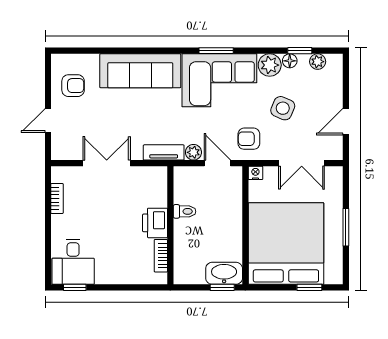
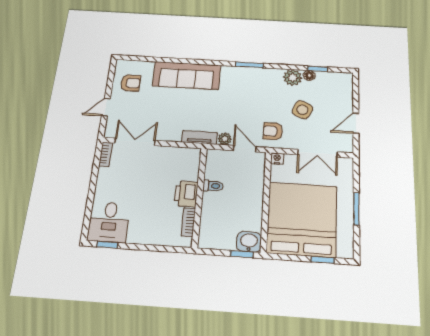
plant: (318, 62) -> (332, 77), removed
corner sofa: (219, 80) -> (251, 86), removed
double door: (107, 163) -> (135, 142), moved
bookcase: (57, 198) -> (106, 154), moved
washbasin: (224, 273) -> (249, 242), width x0.72

